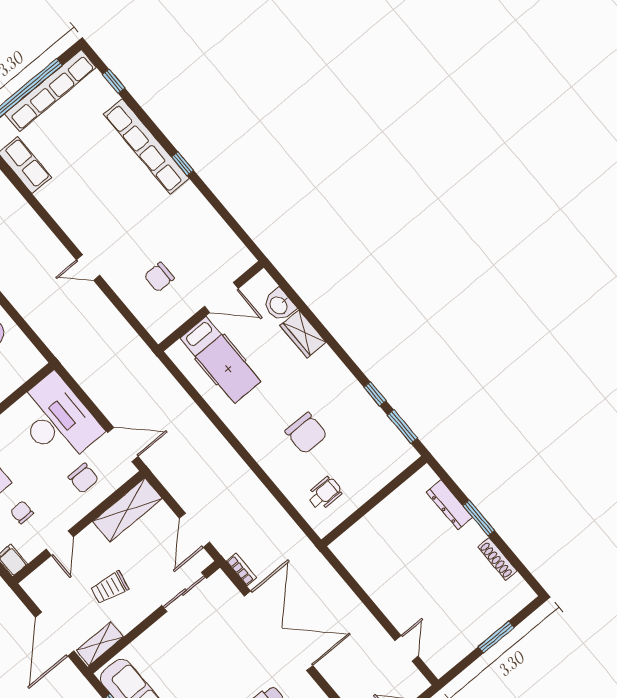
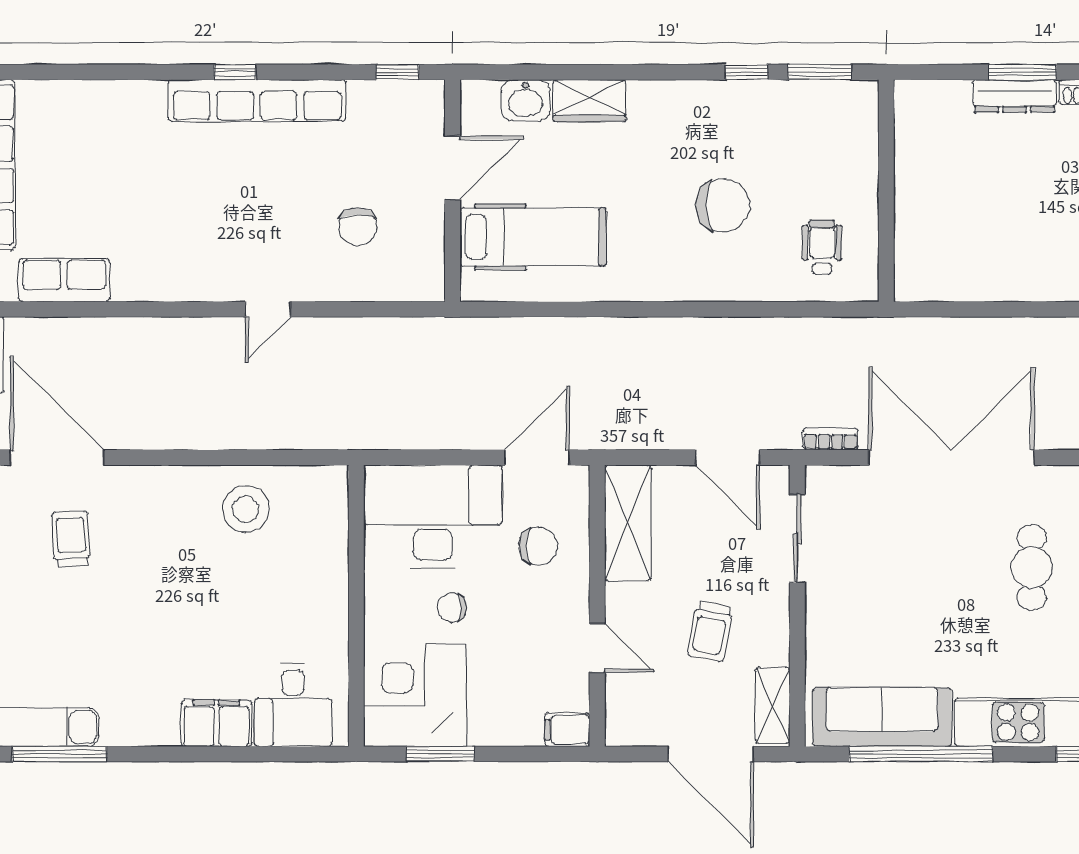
window: (114, 81) -> (398, 72), moved
row of seats: (146, 146) -> (257, 101), moved
dresser: (449, 505) -> (1014, 96), moved
chair: (22, 512) -> (452, 608), moved

